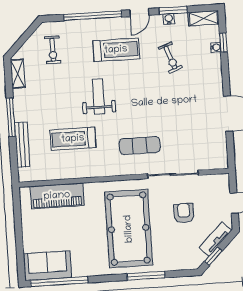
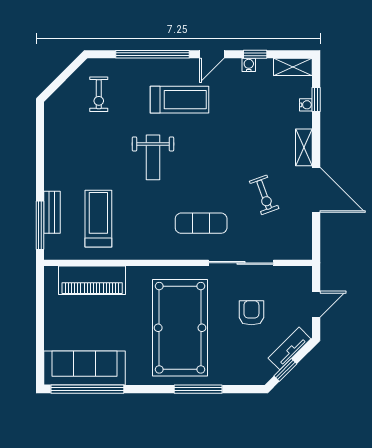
window: (173, 10) -> (255, 54), width x0.67
exercise bike: (170, 58) -> (264, 195), moved
shelving: (18, 74) -> (304, 147), moved
weight bench: (99, 97) -> (153, 157), turned 180
window: (11, 117) -> (40, 225), moved
treadmill: (73, 139) -> (98, 219), moved, turned 90
bench: (22, 145) -> (52, 212), width x0.73
sofa: (47, 266) -> (84, 368), width x1.36

